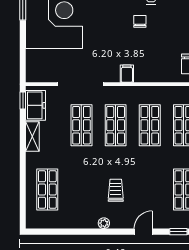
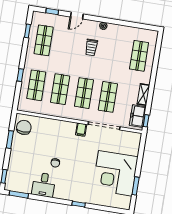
filing cabinet: (127, 74) -> (81, 130), moved

